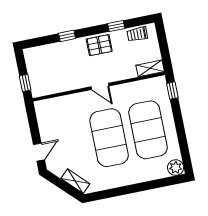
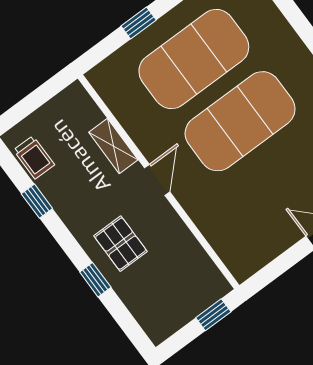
pallet: (99, 45) -> (121, 244), moved
shelving: (150, 68) -> (113, 146), moved
window: (172, 91) -> (139, 23), moved

